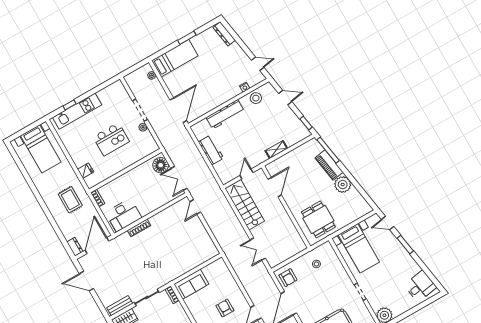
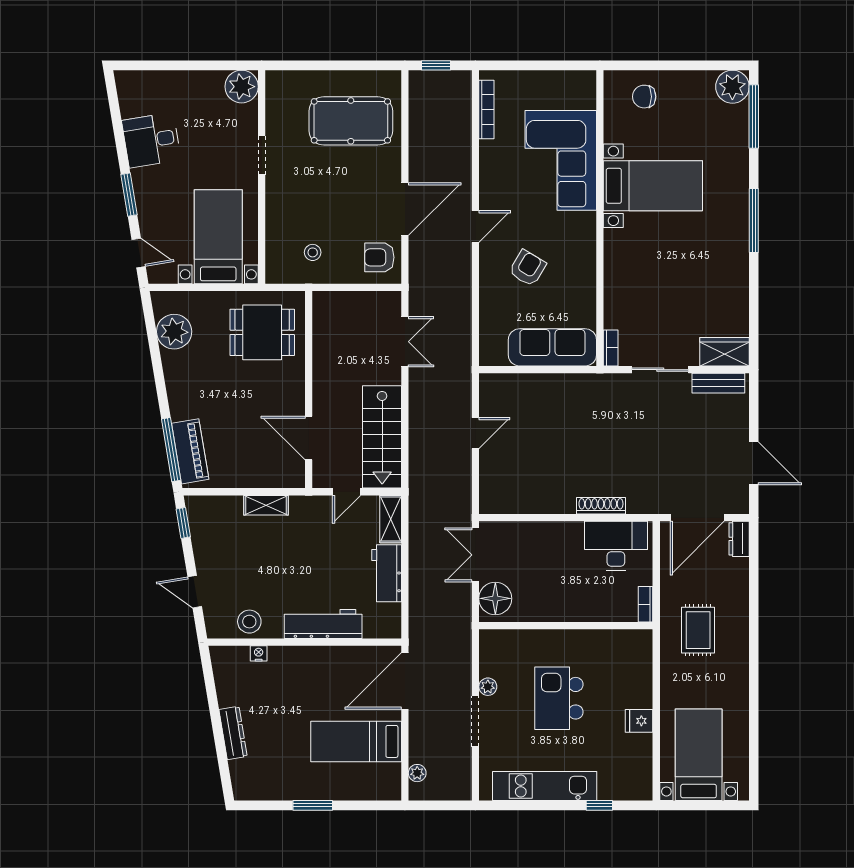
dresser: (224, 34) -> (233, 733), moved
bed: (175, 58) -> (356, 741), moved
door: (258, 64) -> (210, 683), removed
kitchen unit: (77, 111) -> (545, 786), moved
kitchen island: (111, 139) -> (559, 698), turned -90
piano: (329, 165) -> (190, 451), moved
fridge: (86, 171) -> (639, 721), moved
shelving: (222, 173) -> (391, 519), added
double door: (179, 178) -> (475, 555), swing flipped
plant: (343, 185) -> (174, 332), moved
door: (275, 187) -> (309, 438), hinge flipped
door: (195, 207) -> (475, 433), moved
dining table: (318, 219) -> (262, 332), turned 90
armchair: (288, 278) -> (379, 257), turned -90
sofa: (191, 284) -> (552, 347), width x1.36
desk: (420, 286) -> (151, 140), moved
armchair: (225, 308) -> (527, 268), turned -149

